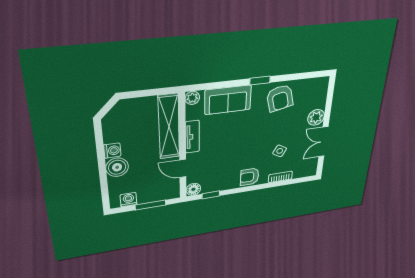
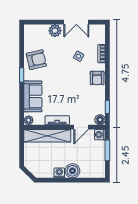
washing machine: (128, 200) -> (100, 135), moved

